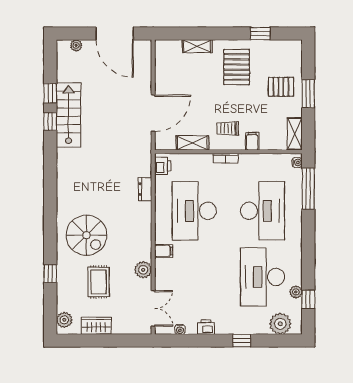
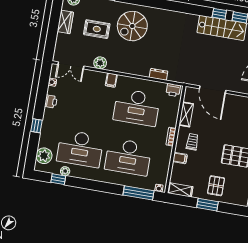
desk: (194, 211) -> (137, 107), turned 180
desk: (262, 277) -> (80, 149), turned 180

